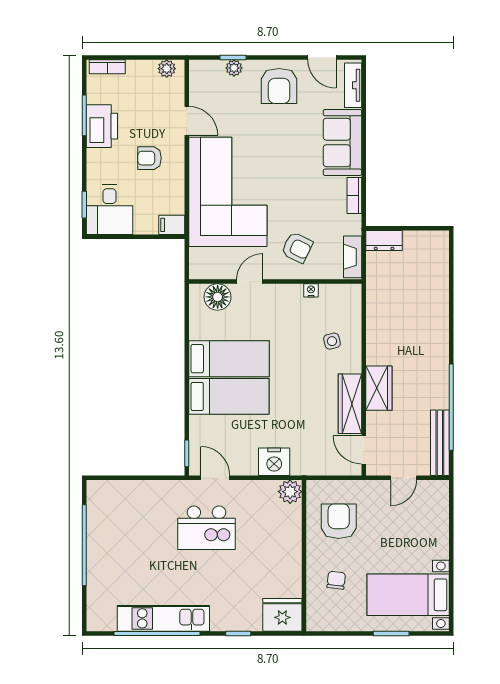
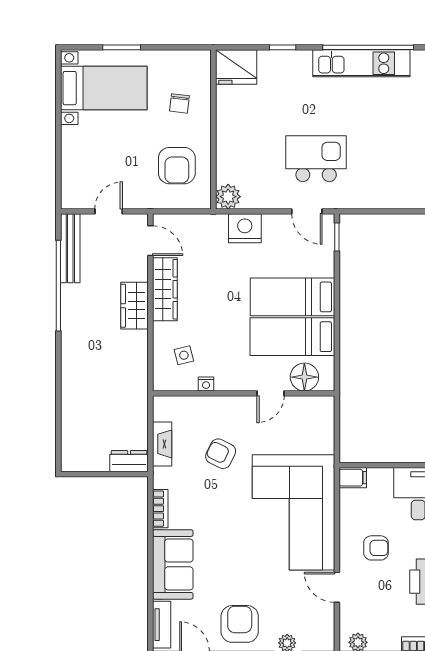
door: (250, 281) -> (271, 393), moved
wall: (275, 281) -> (244, 393), moved
nightstand: (311, 290) -> (206, 384), moved
floor lamp: (218, 297) -> (304, 377), moved

